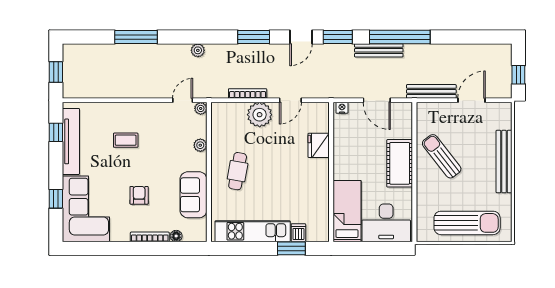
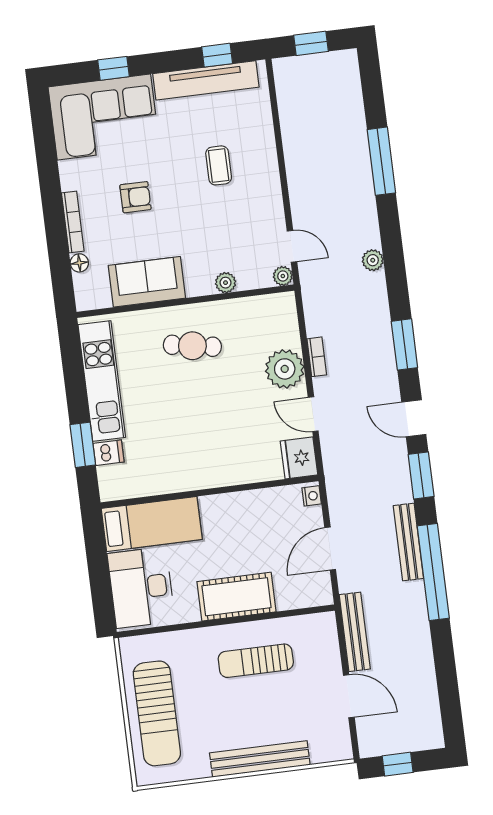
bookcase: (248, 93) -> (317, 357), width x0.64
fridge: (319, 145) -> (299, 458), moved, turned -90
sun lounger: (442, 156) -> (256, 661), turned -142

